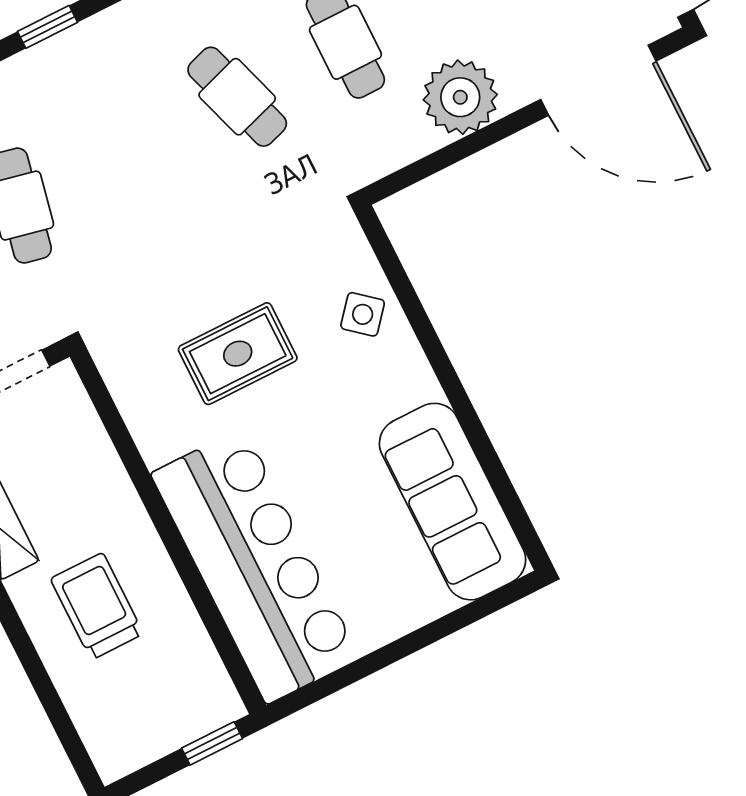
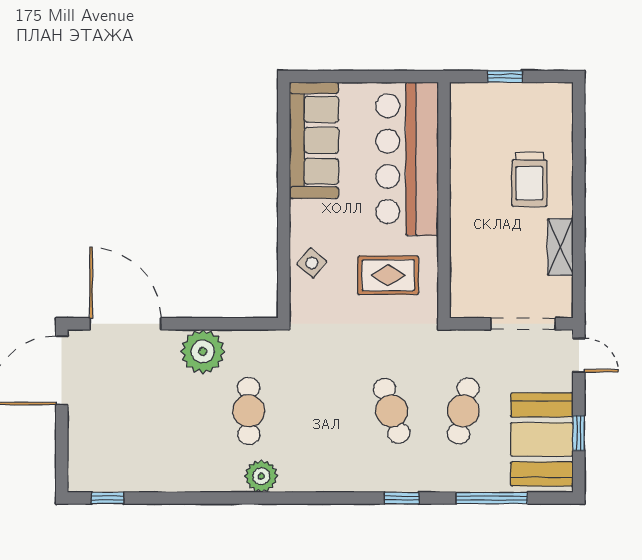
cafe table: (237, 97) -> (392, 411), moved
wall: (168, 531) -> (444, 200), moved
bar counter: (255, 566) -> (407, 159), moved

